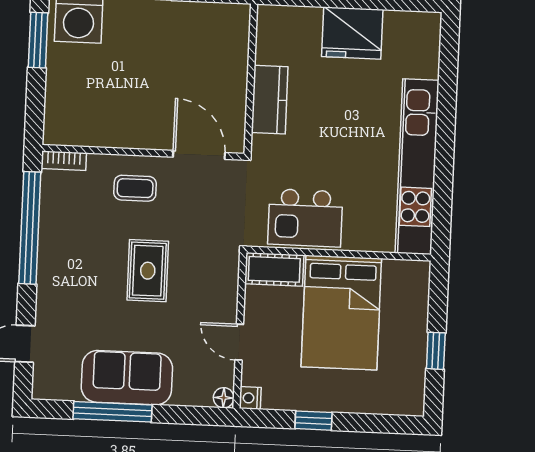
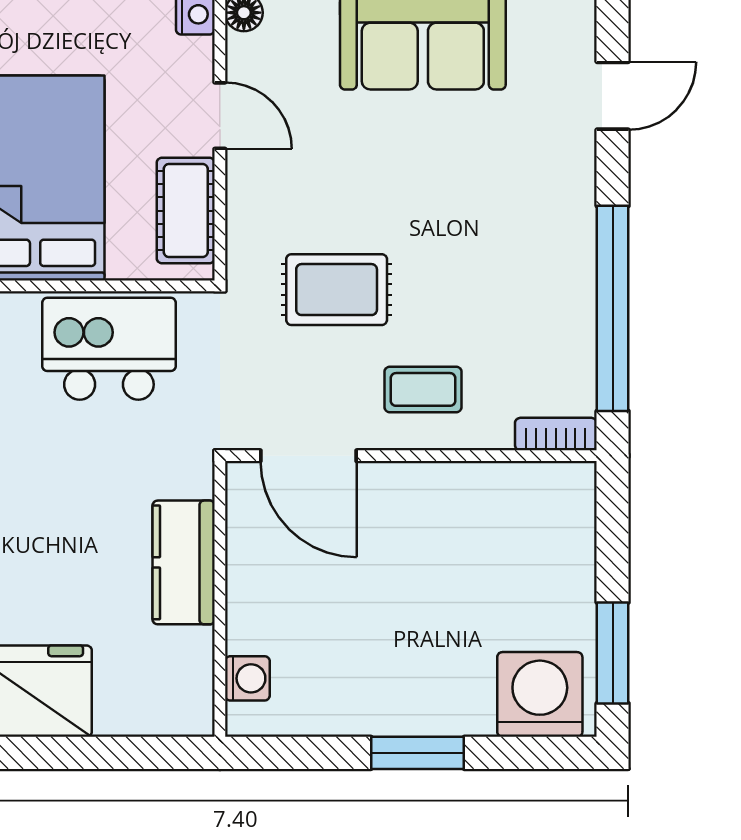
washing machine: (238, 35) -> (247, 678), added
cot: (274, 269) -> (186, 211), moved, turned 90
rug: (148, 271) -> (337, 290), moved, turned 90

